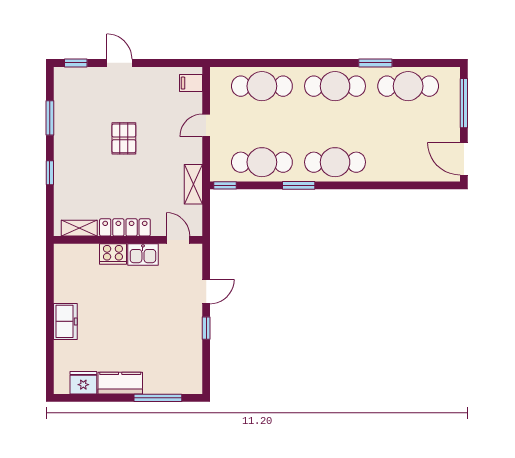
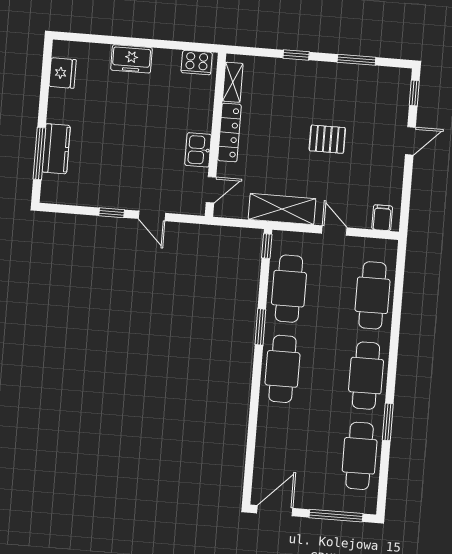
shelving: (193, 184) -> (282, 209), width x1.50, depth x1.33
cooker: (113, 254) -> (197, 63), moved, turned -90
kitchen counter: (120, 383) -> (56, 149), moved

